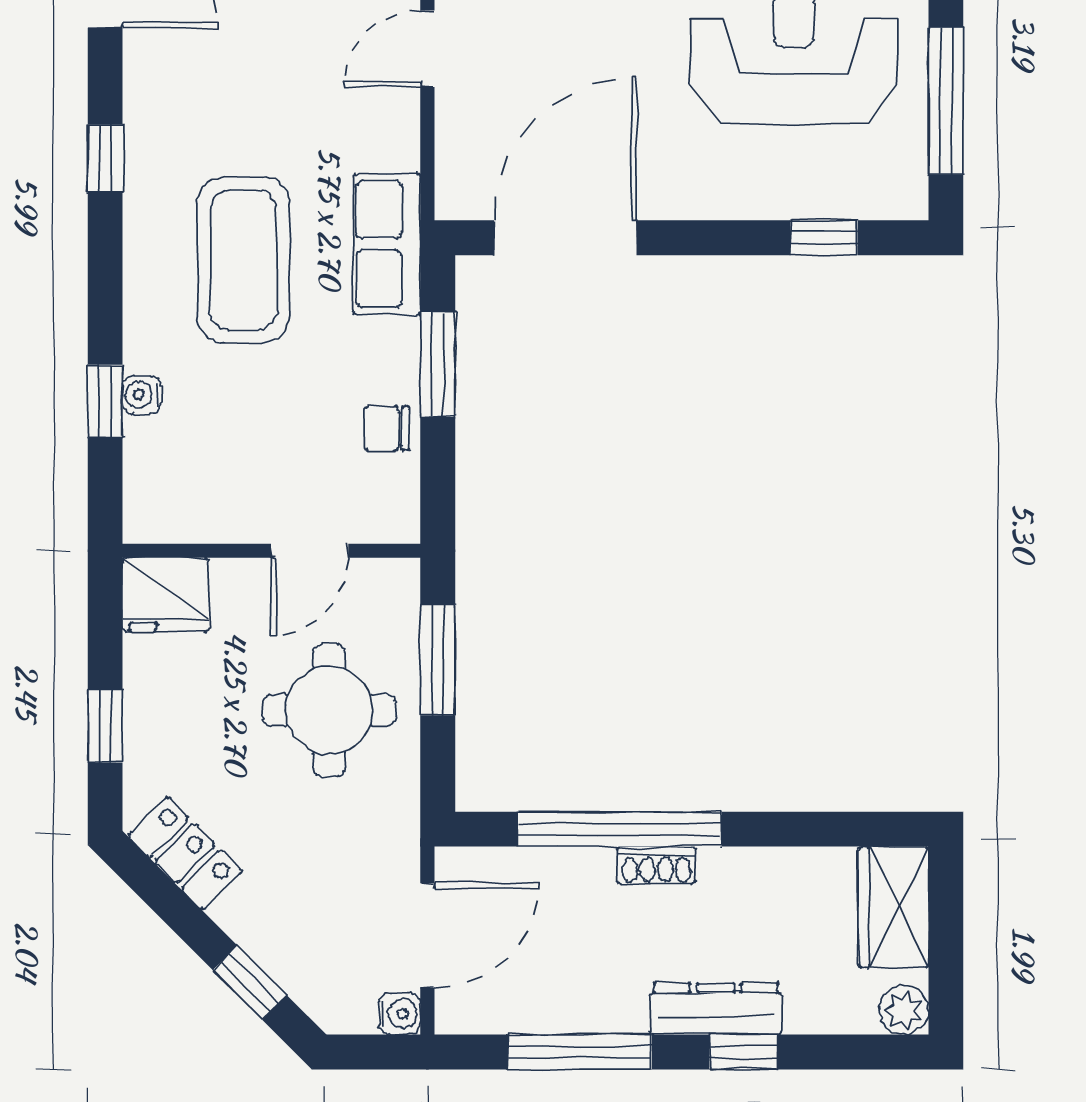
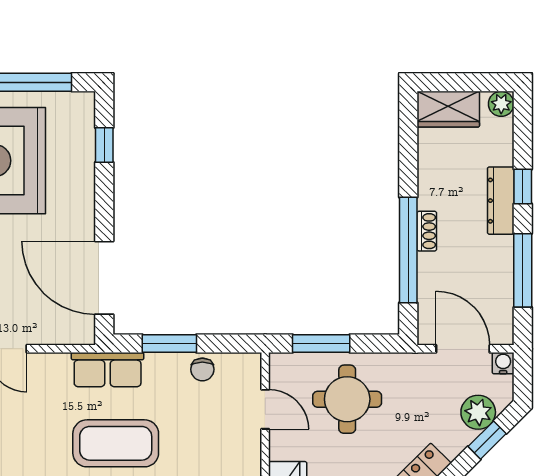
plant: (304, 965) -> (478, 412), added

